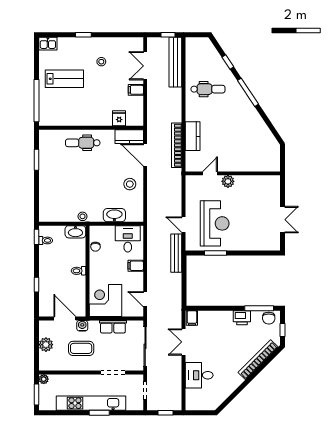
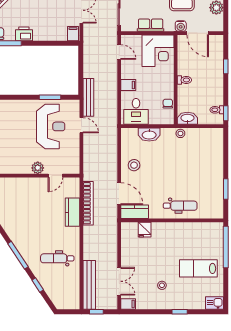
filing cabinet: (136, 90) -> (128, 304), moved
reception desk: (215, 223) -> (51, 126), turned 180

